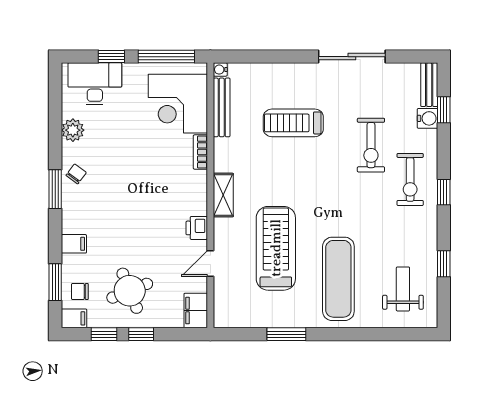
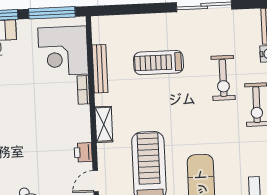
water cooler: (220, 70) -> (97, 21), removed
bench: (222, 107) -> (100, 69), moved

